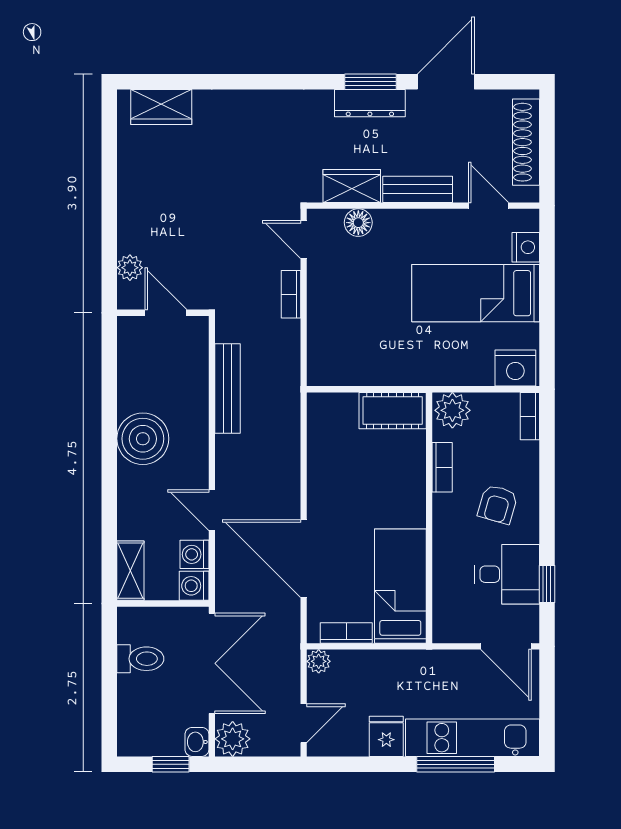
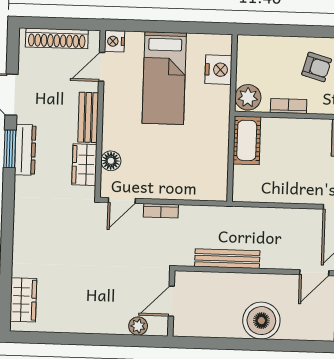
nightstand: (526, 247) -> (114, 41), moved, turned -90
nightstand: (515, 368) -> (218, 70), moved
bookcase: (530, 416) -> (254, 42), removed

